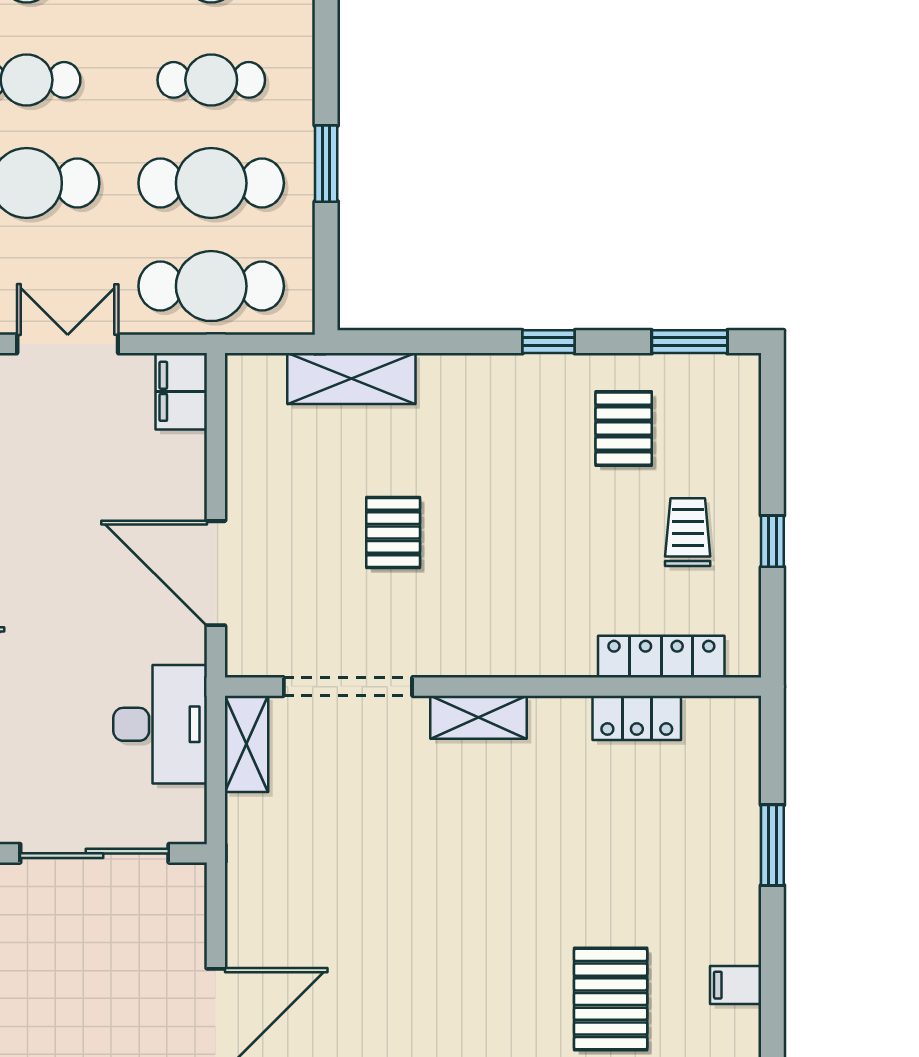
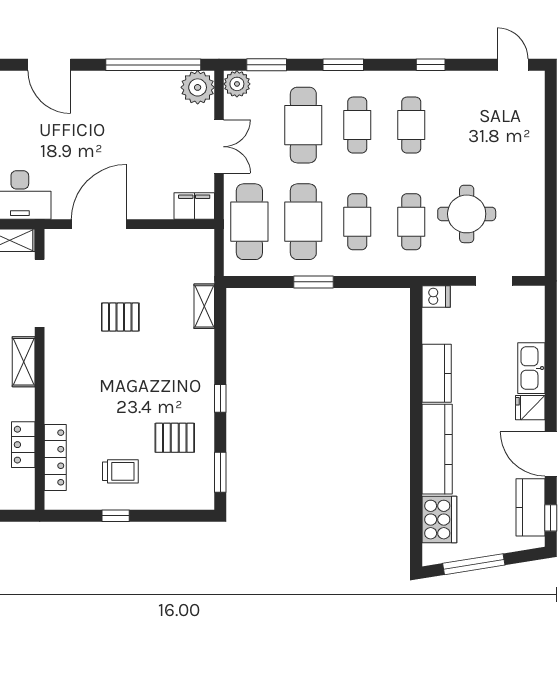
shelving: (351, 379) -> (204, 306), width x0.67, depth x0.75

